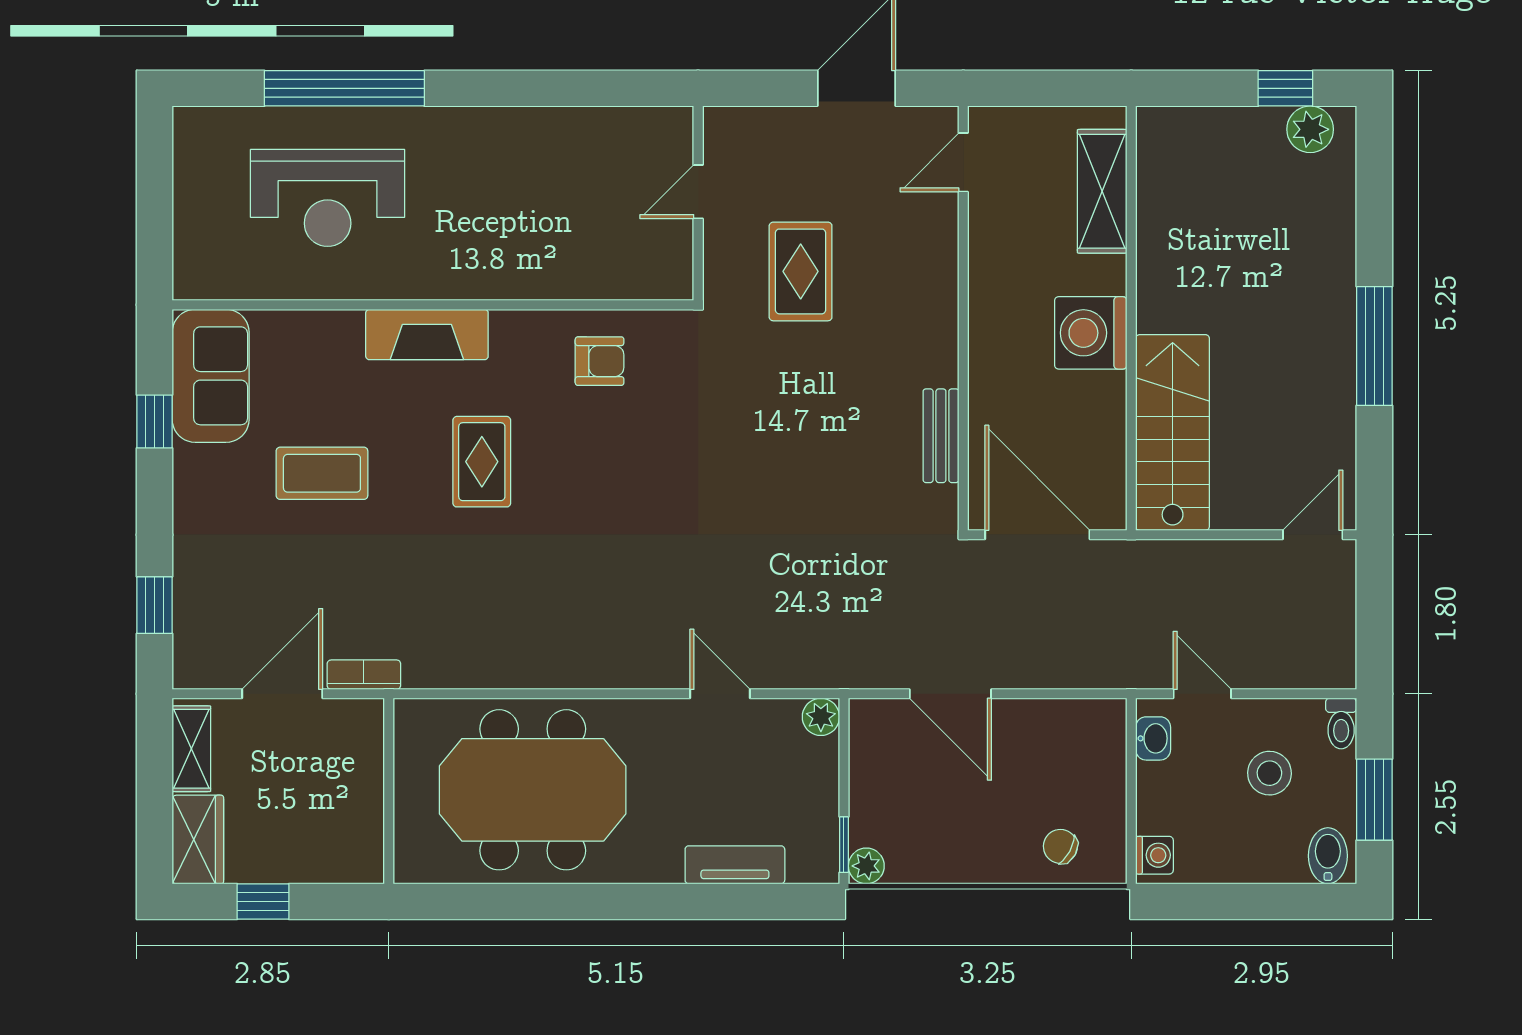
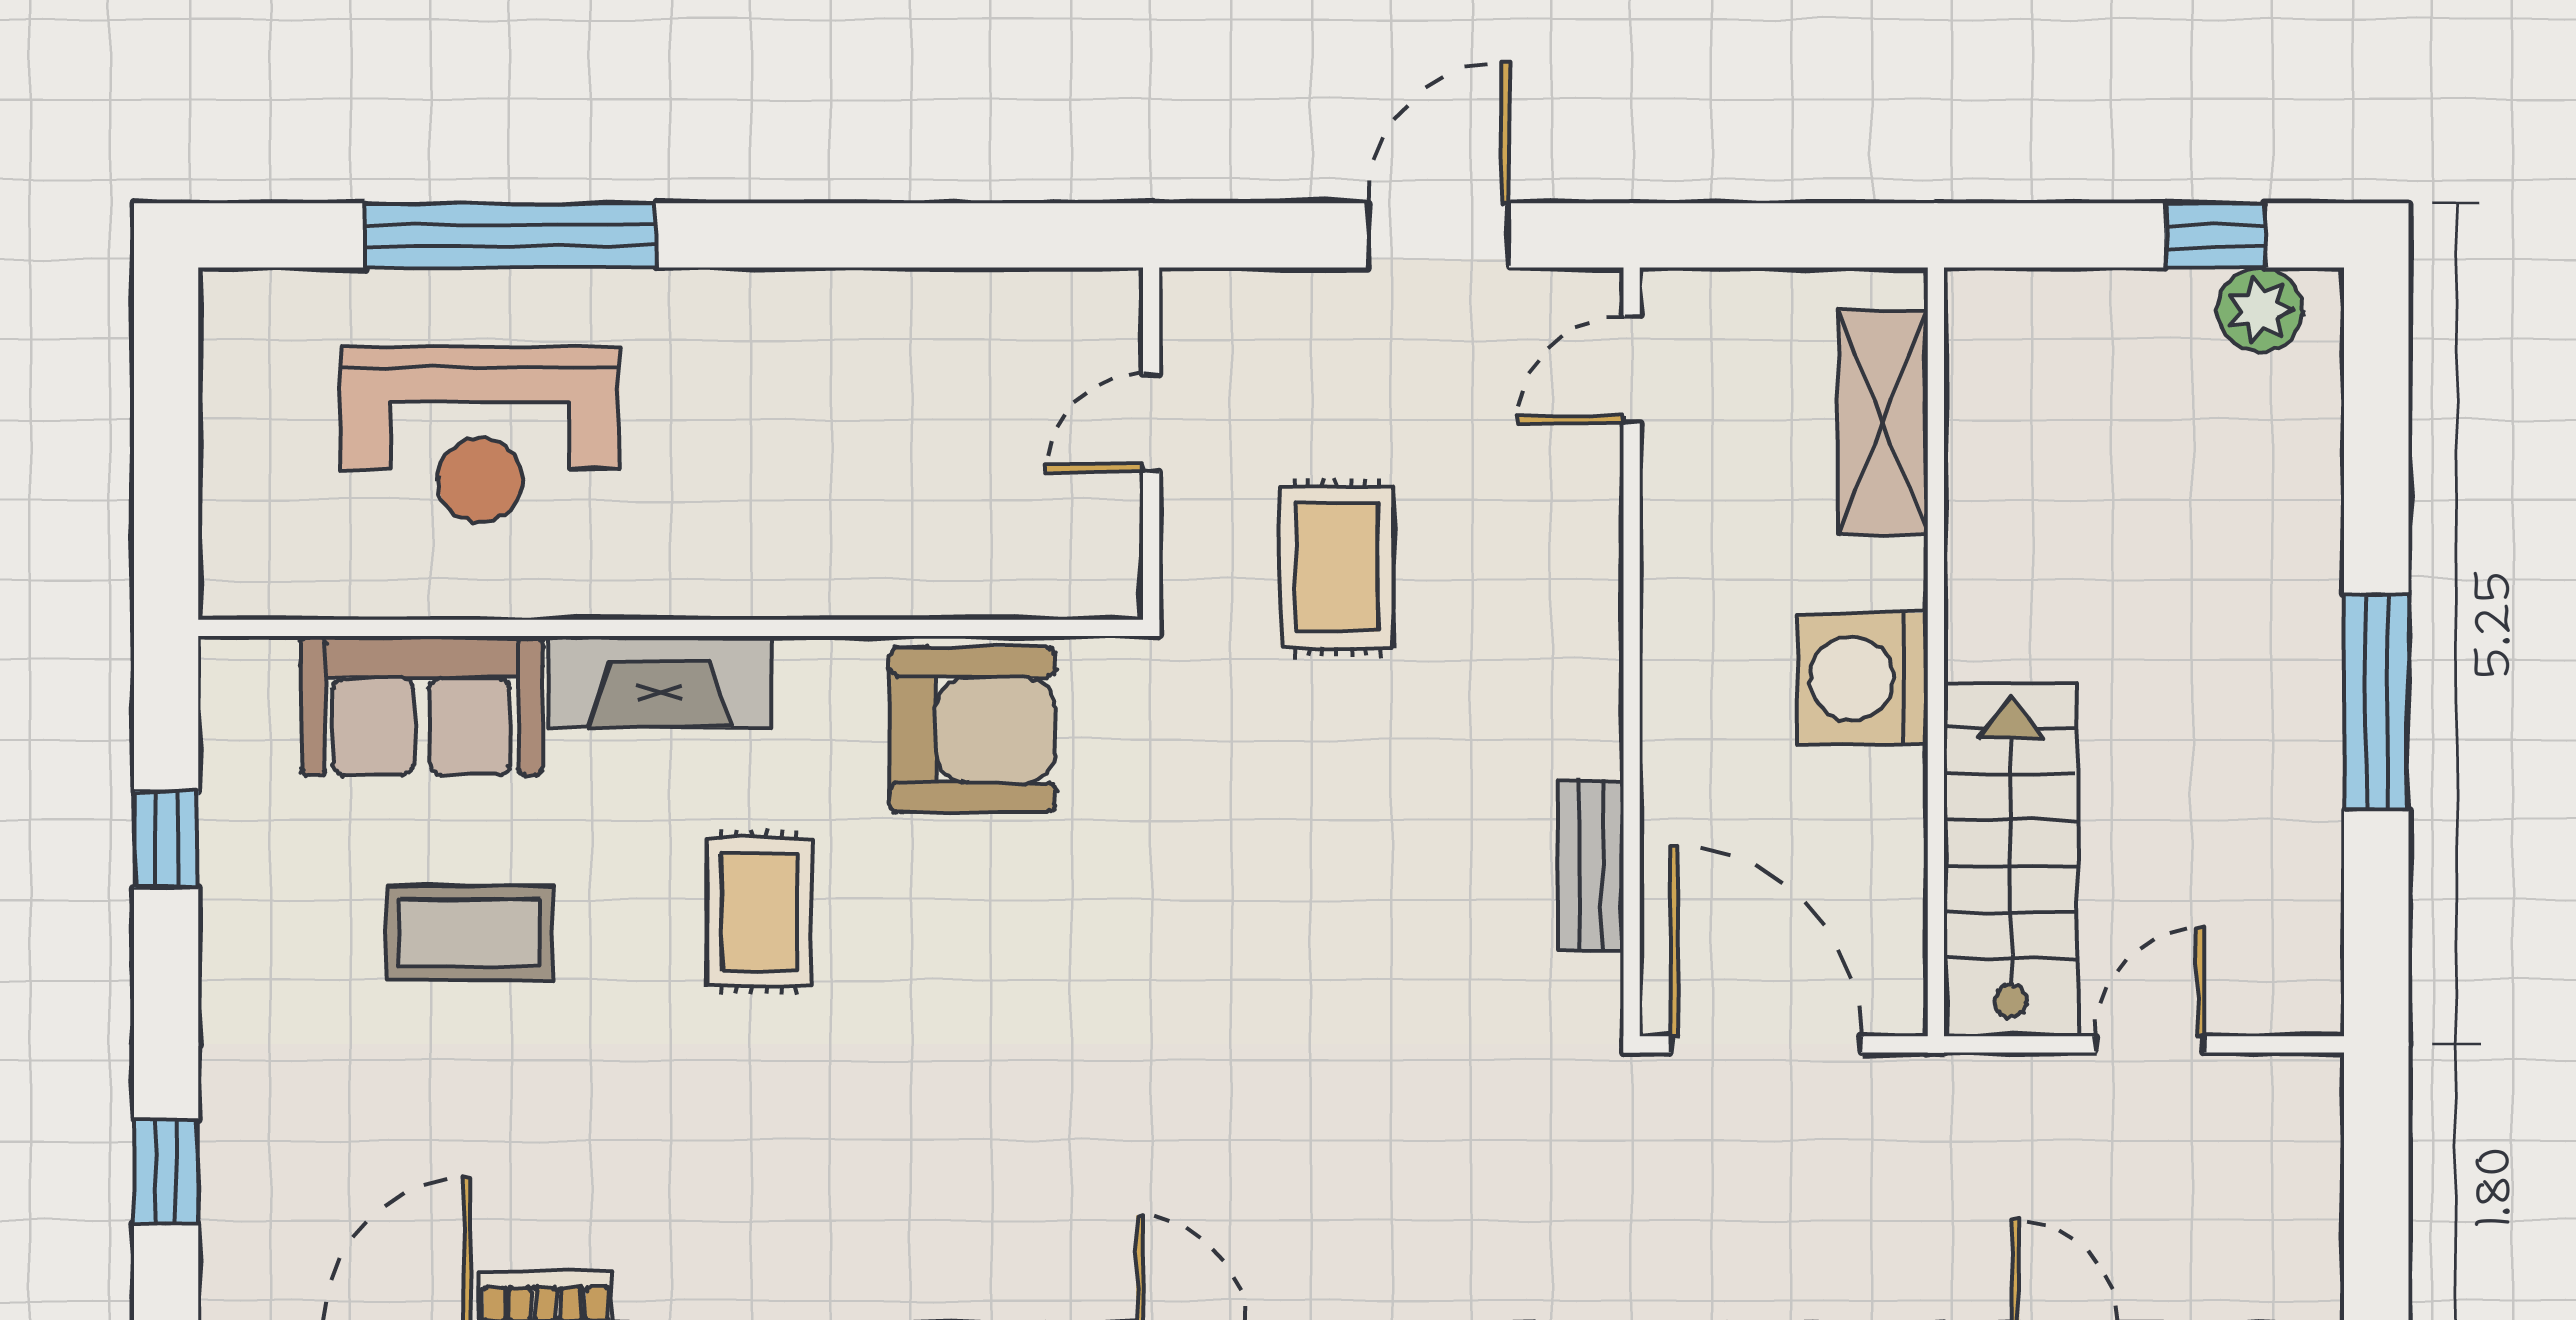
armchair: (600, 361) -> (972, 730), width x1.88, depth x1.88
sofa: (211, 376) -> (422, 706), moved, turned 90
door: (1313, 535) -> (2150, 1044), moved

